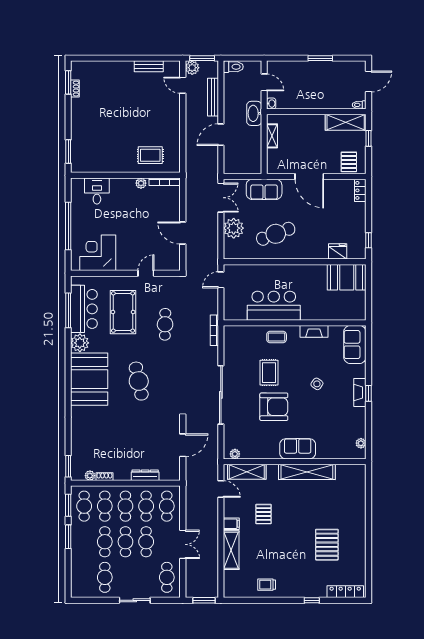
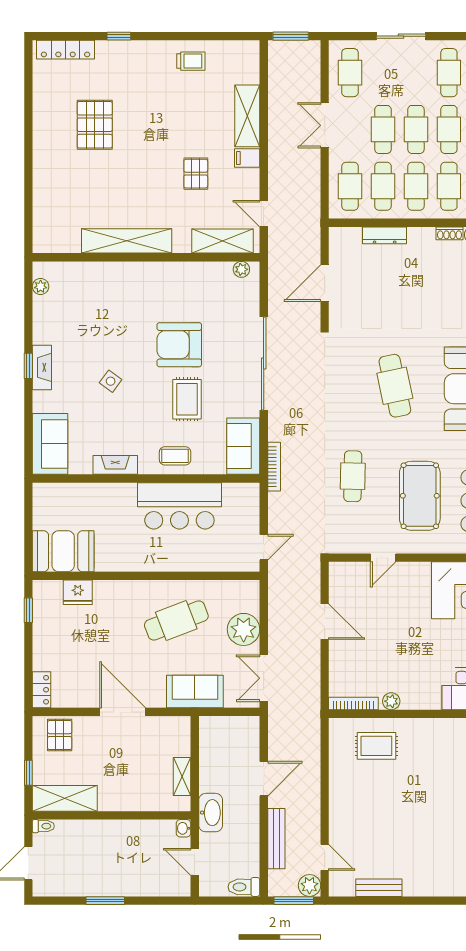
sofa: (298, 449) -> (243, 446), moved, turned 90

